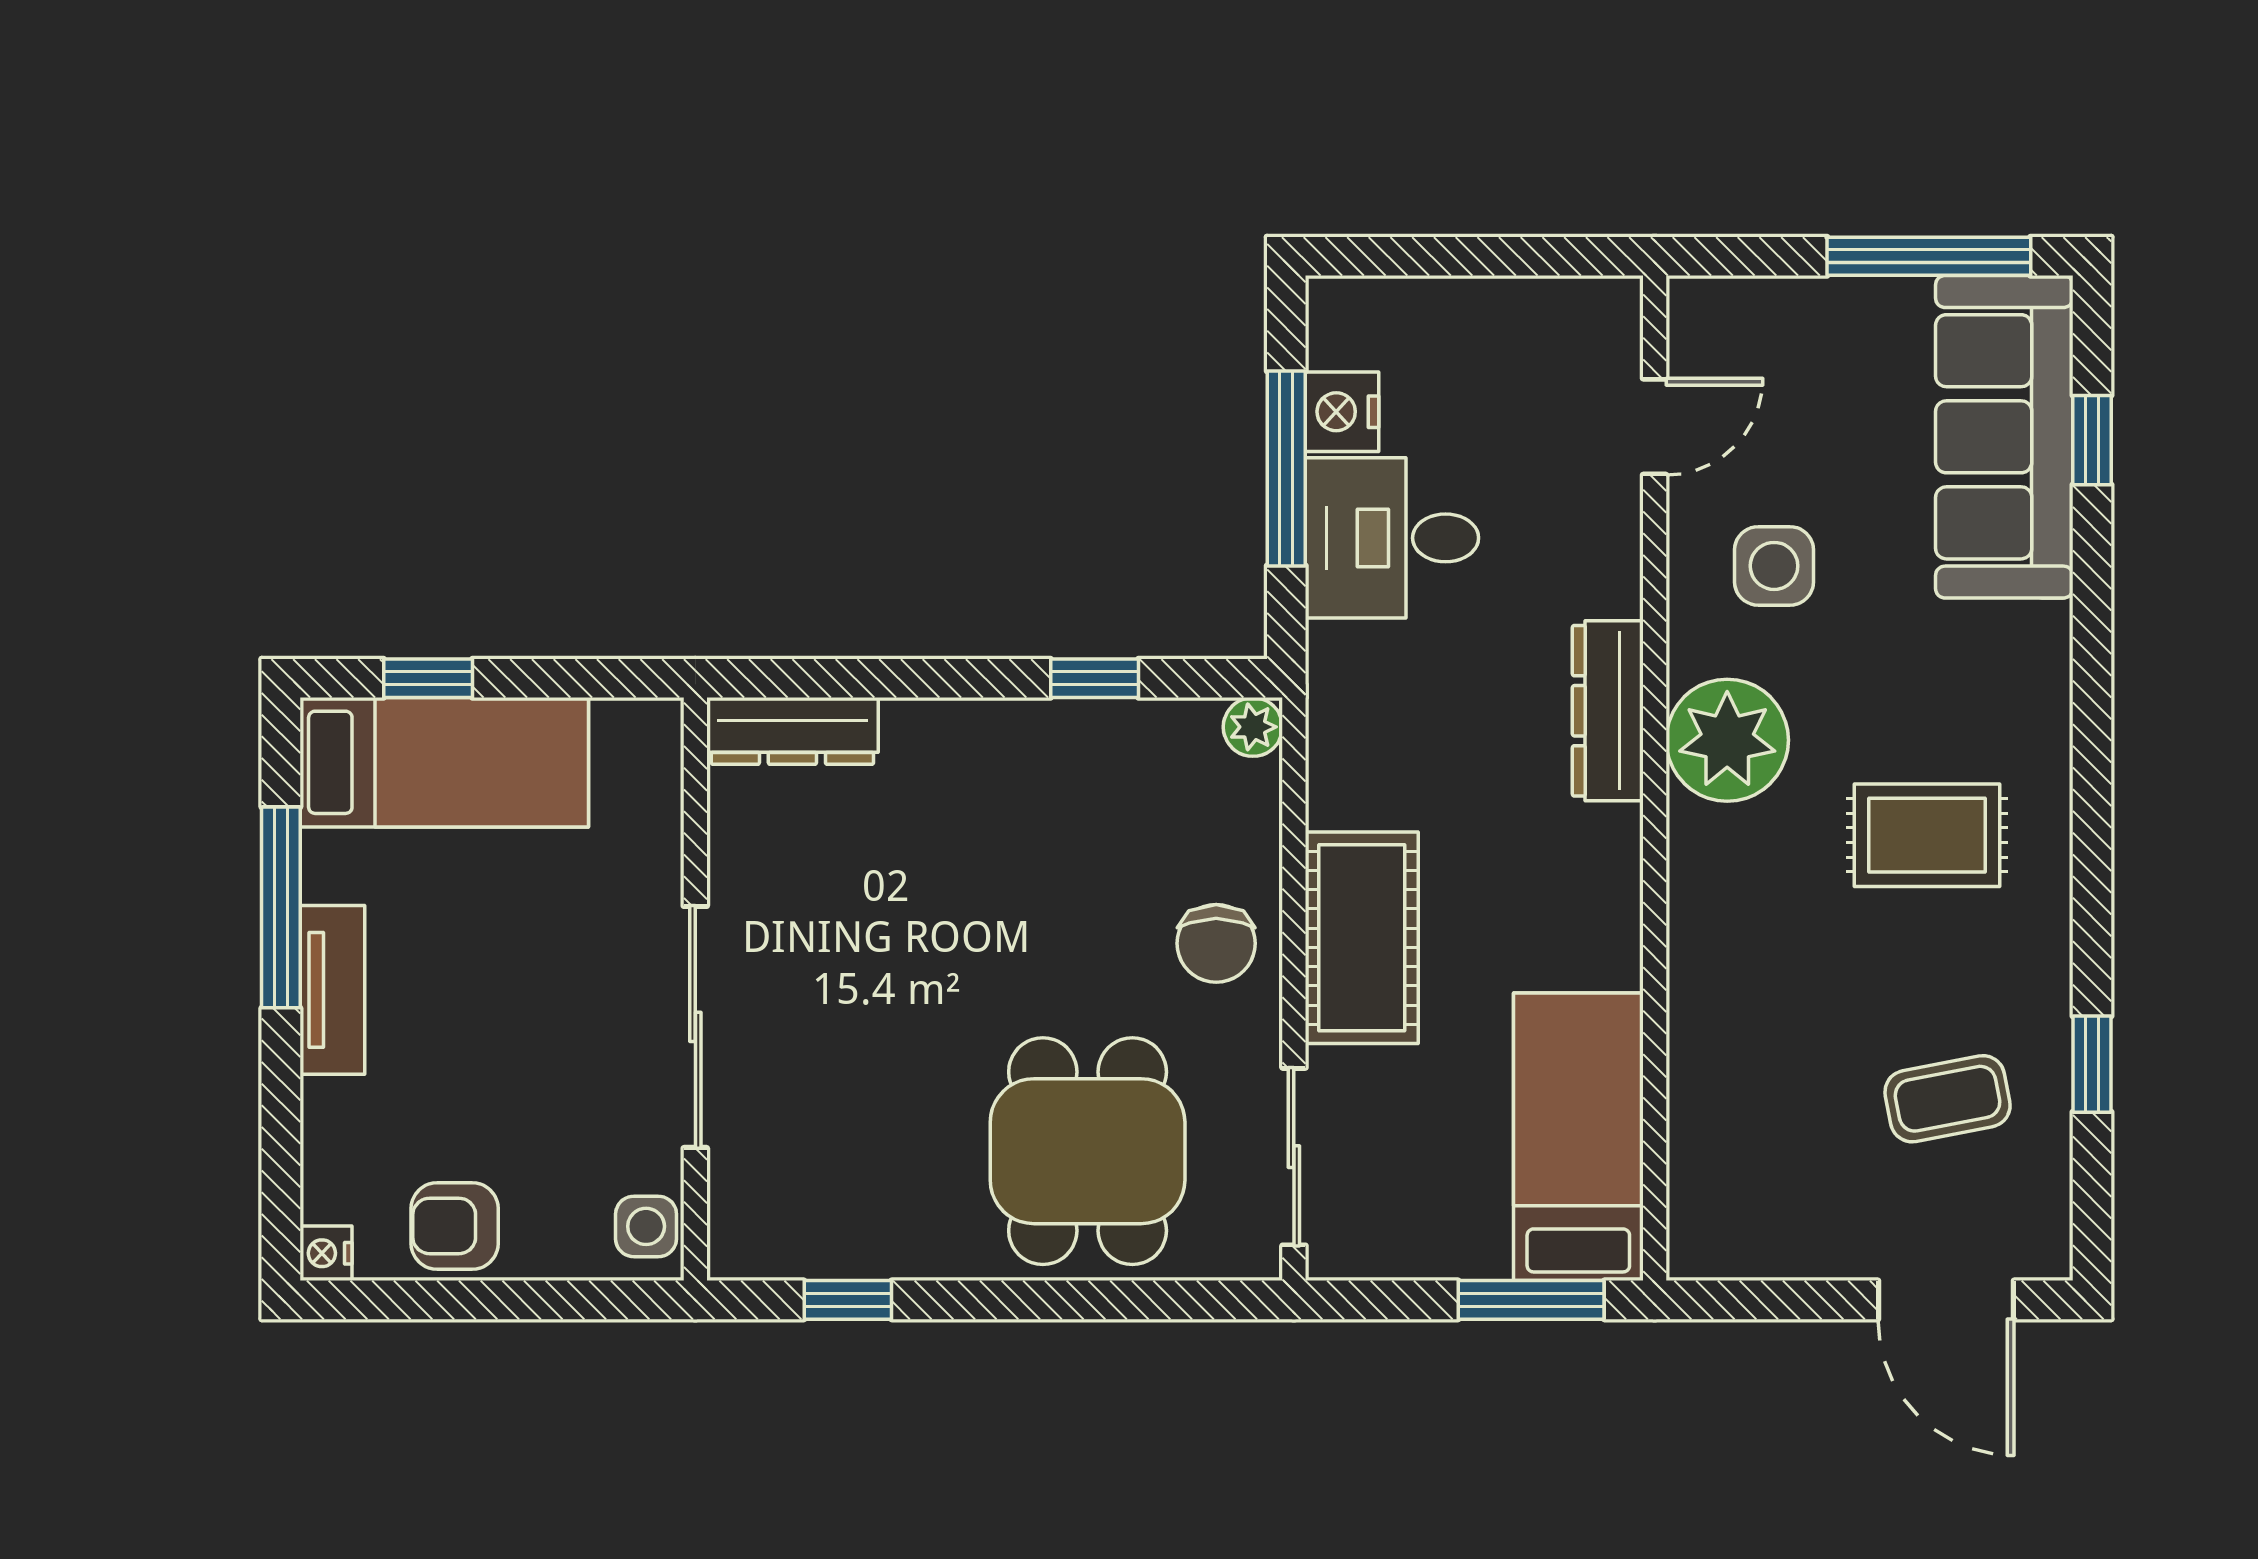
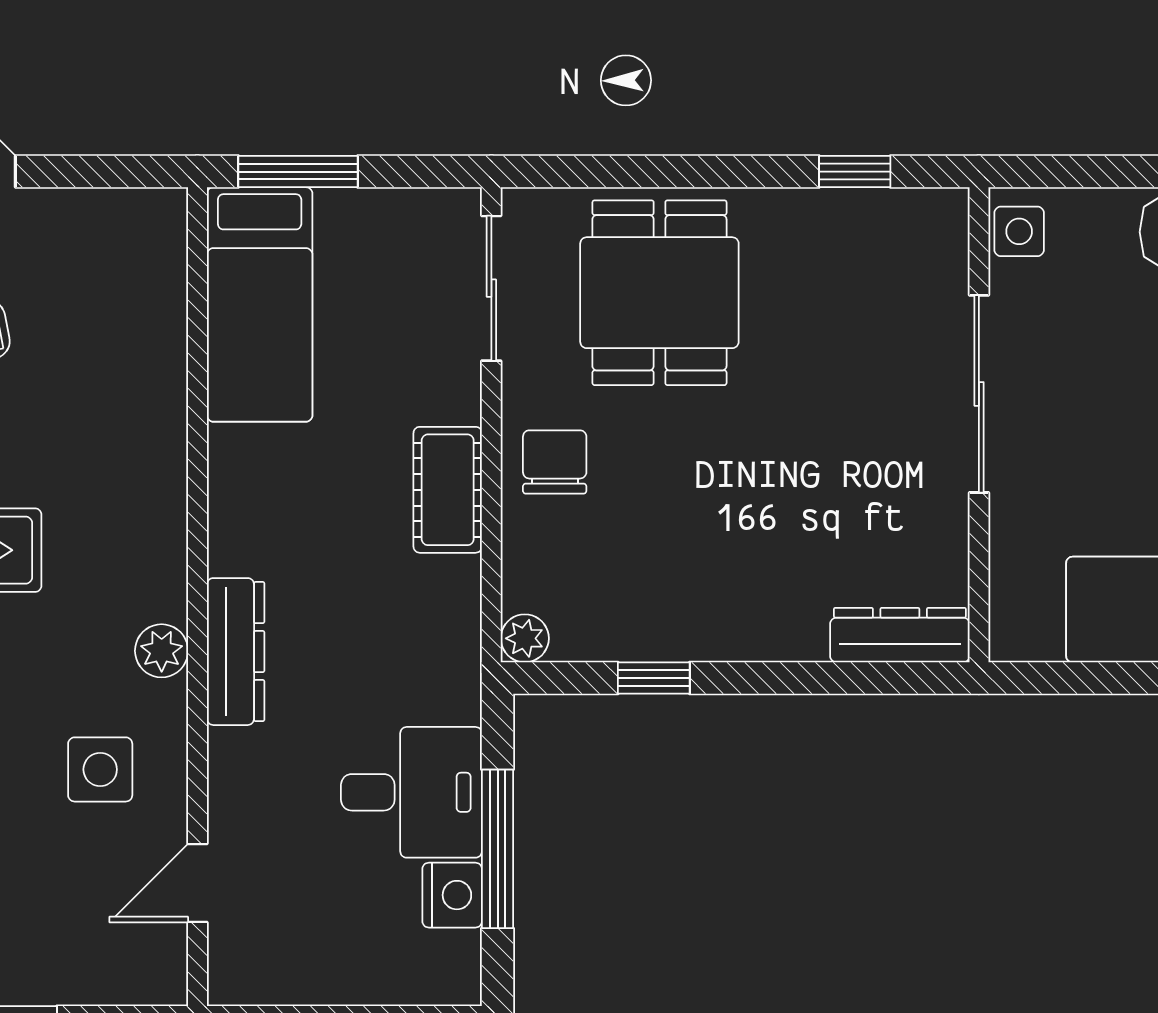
plant: (1727, 740) -> (162, 651), width x0.53, depth x0.53
cot: (1362, 938) -> (448, 490), width x0.73, depth x0.75

